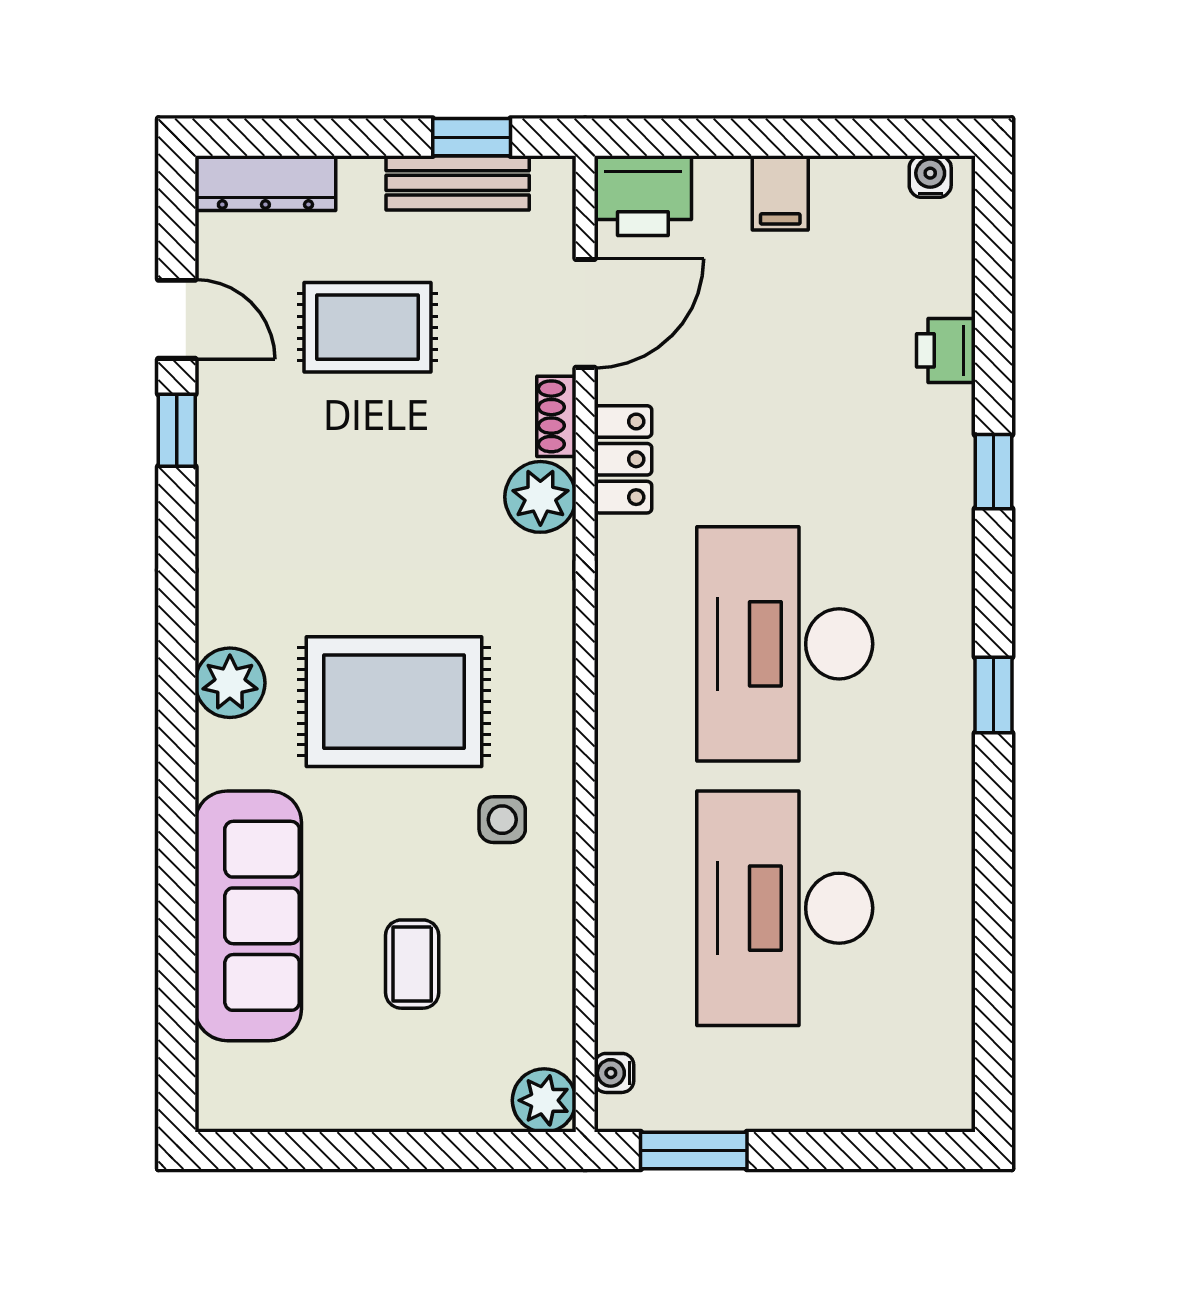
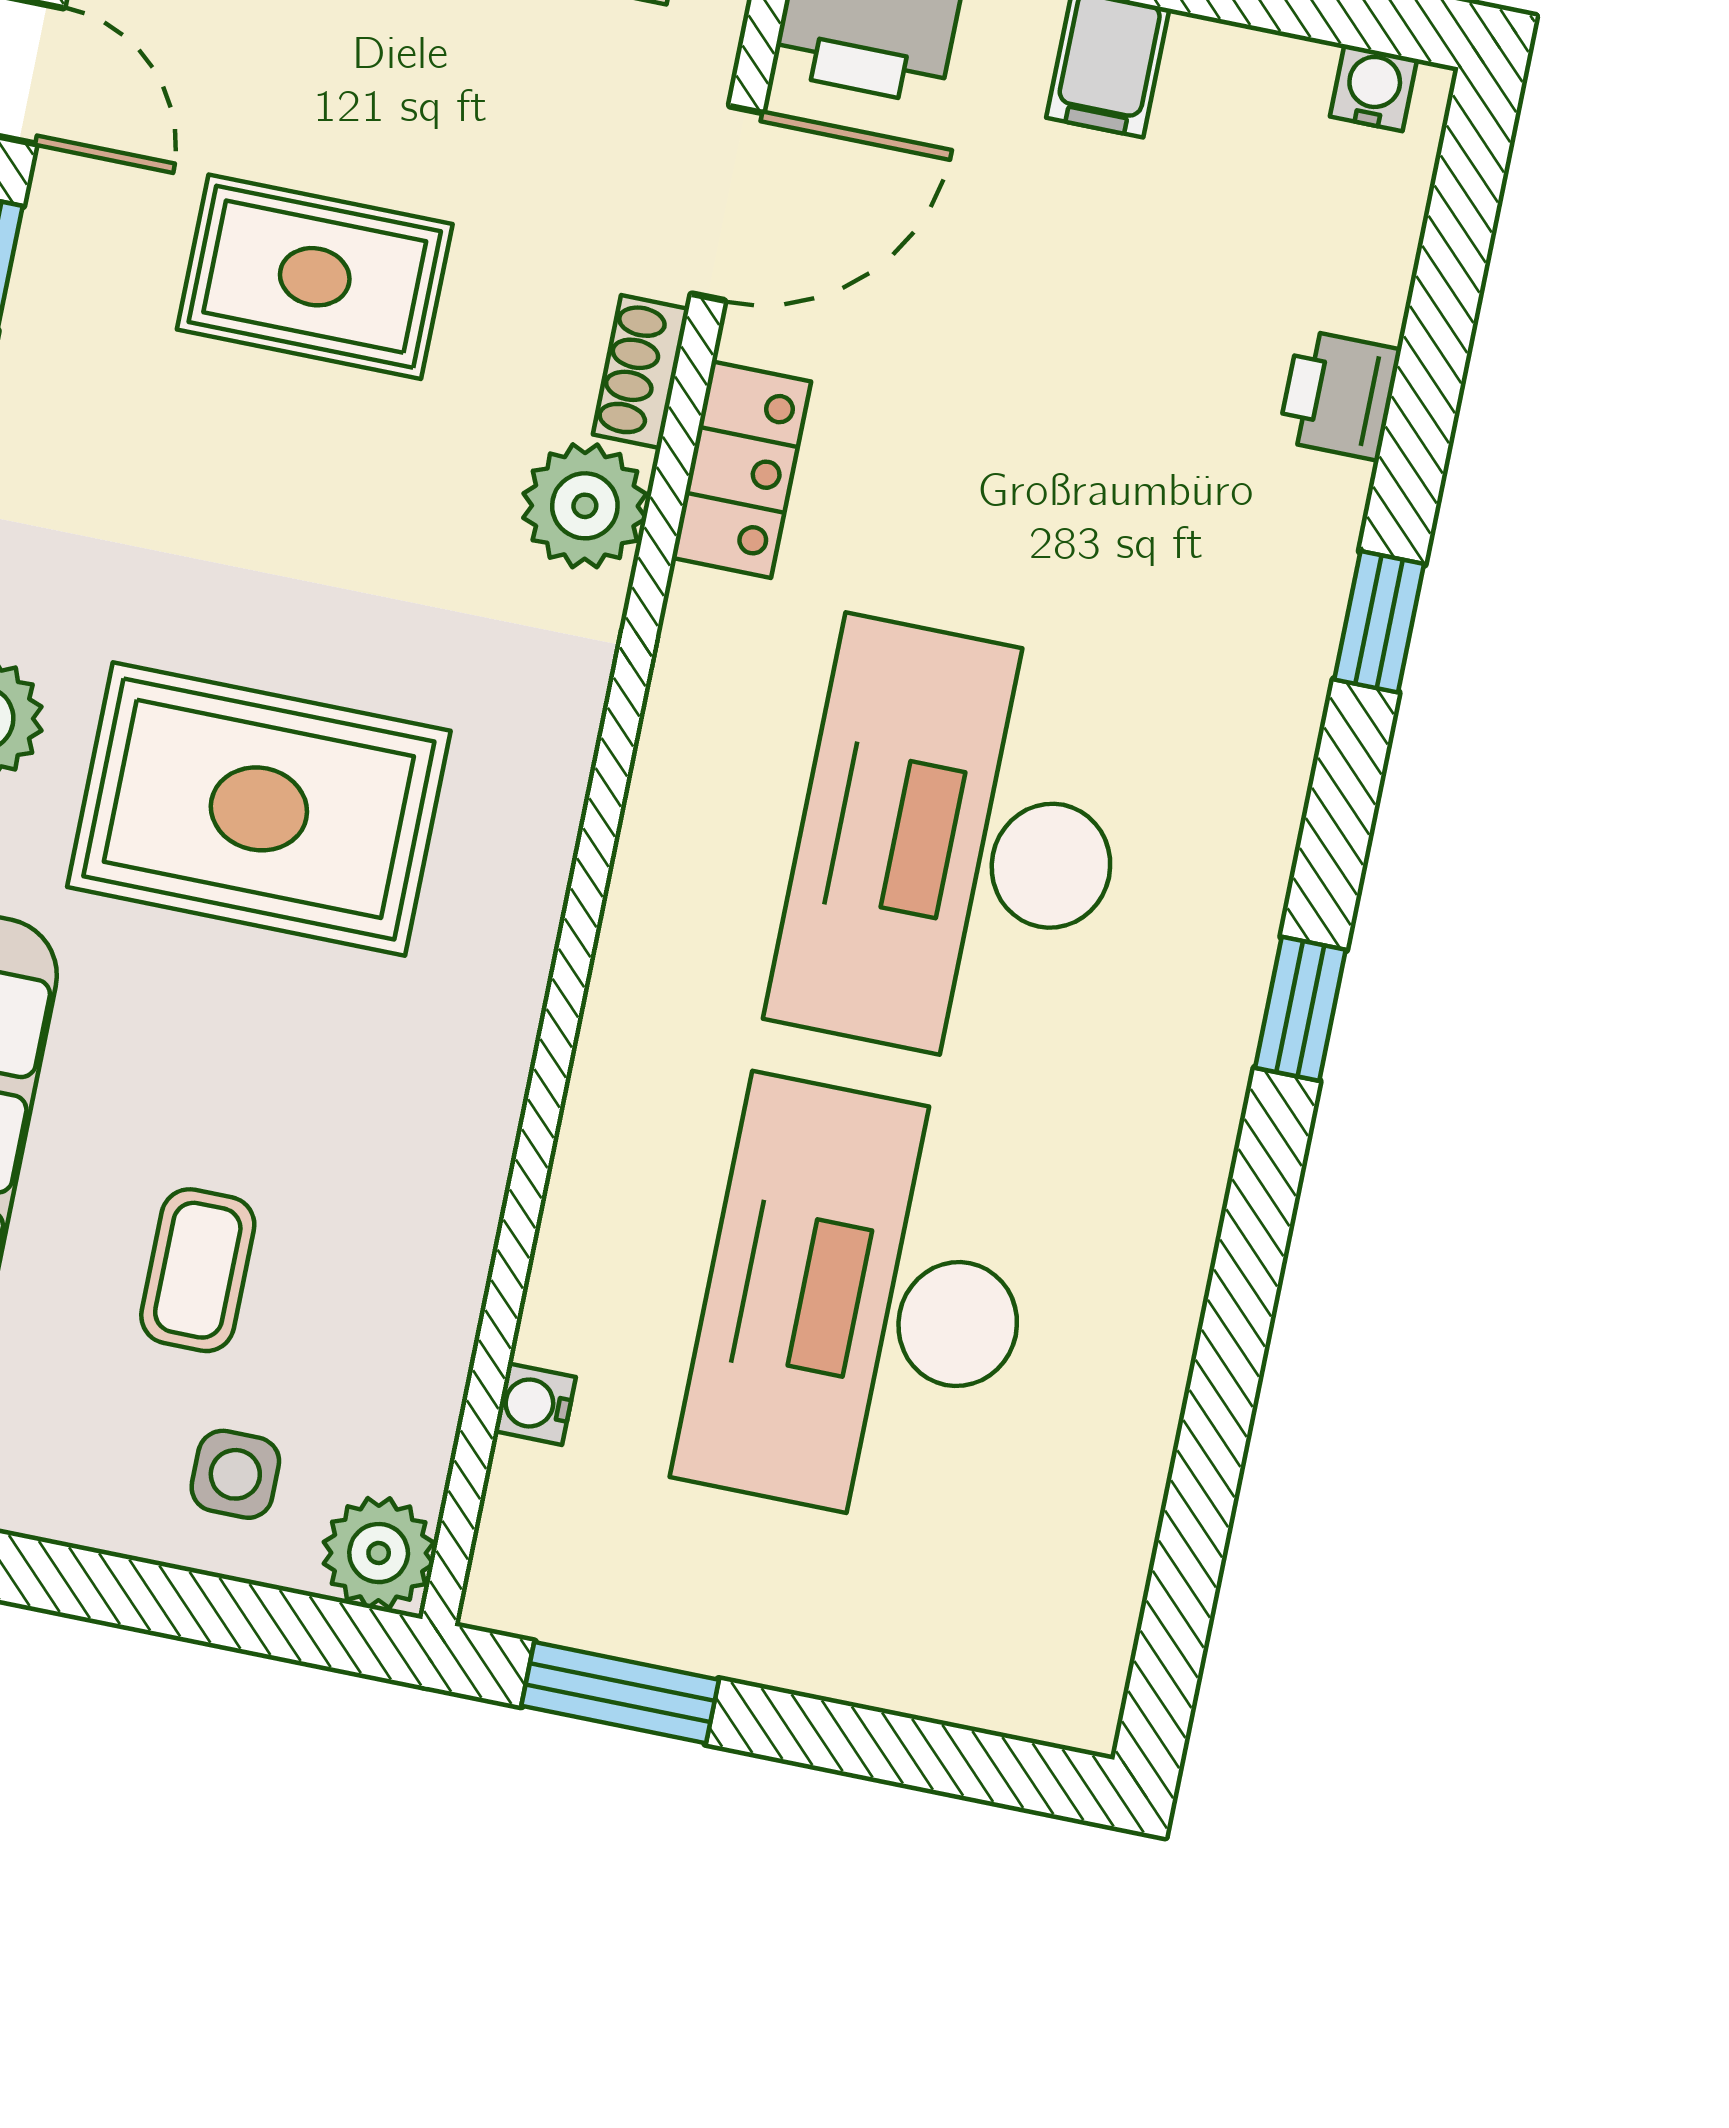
rug: (367, 327) -> (315, 277), moved
side table: (502, 820) -> (235, 1474), moved
water cooler: (614, 1073) -> (535, 1404), moved

